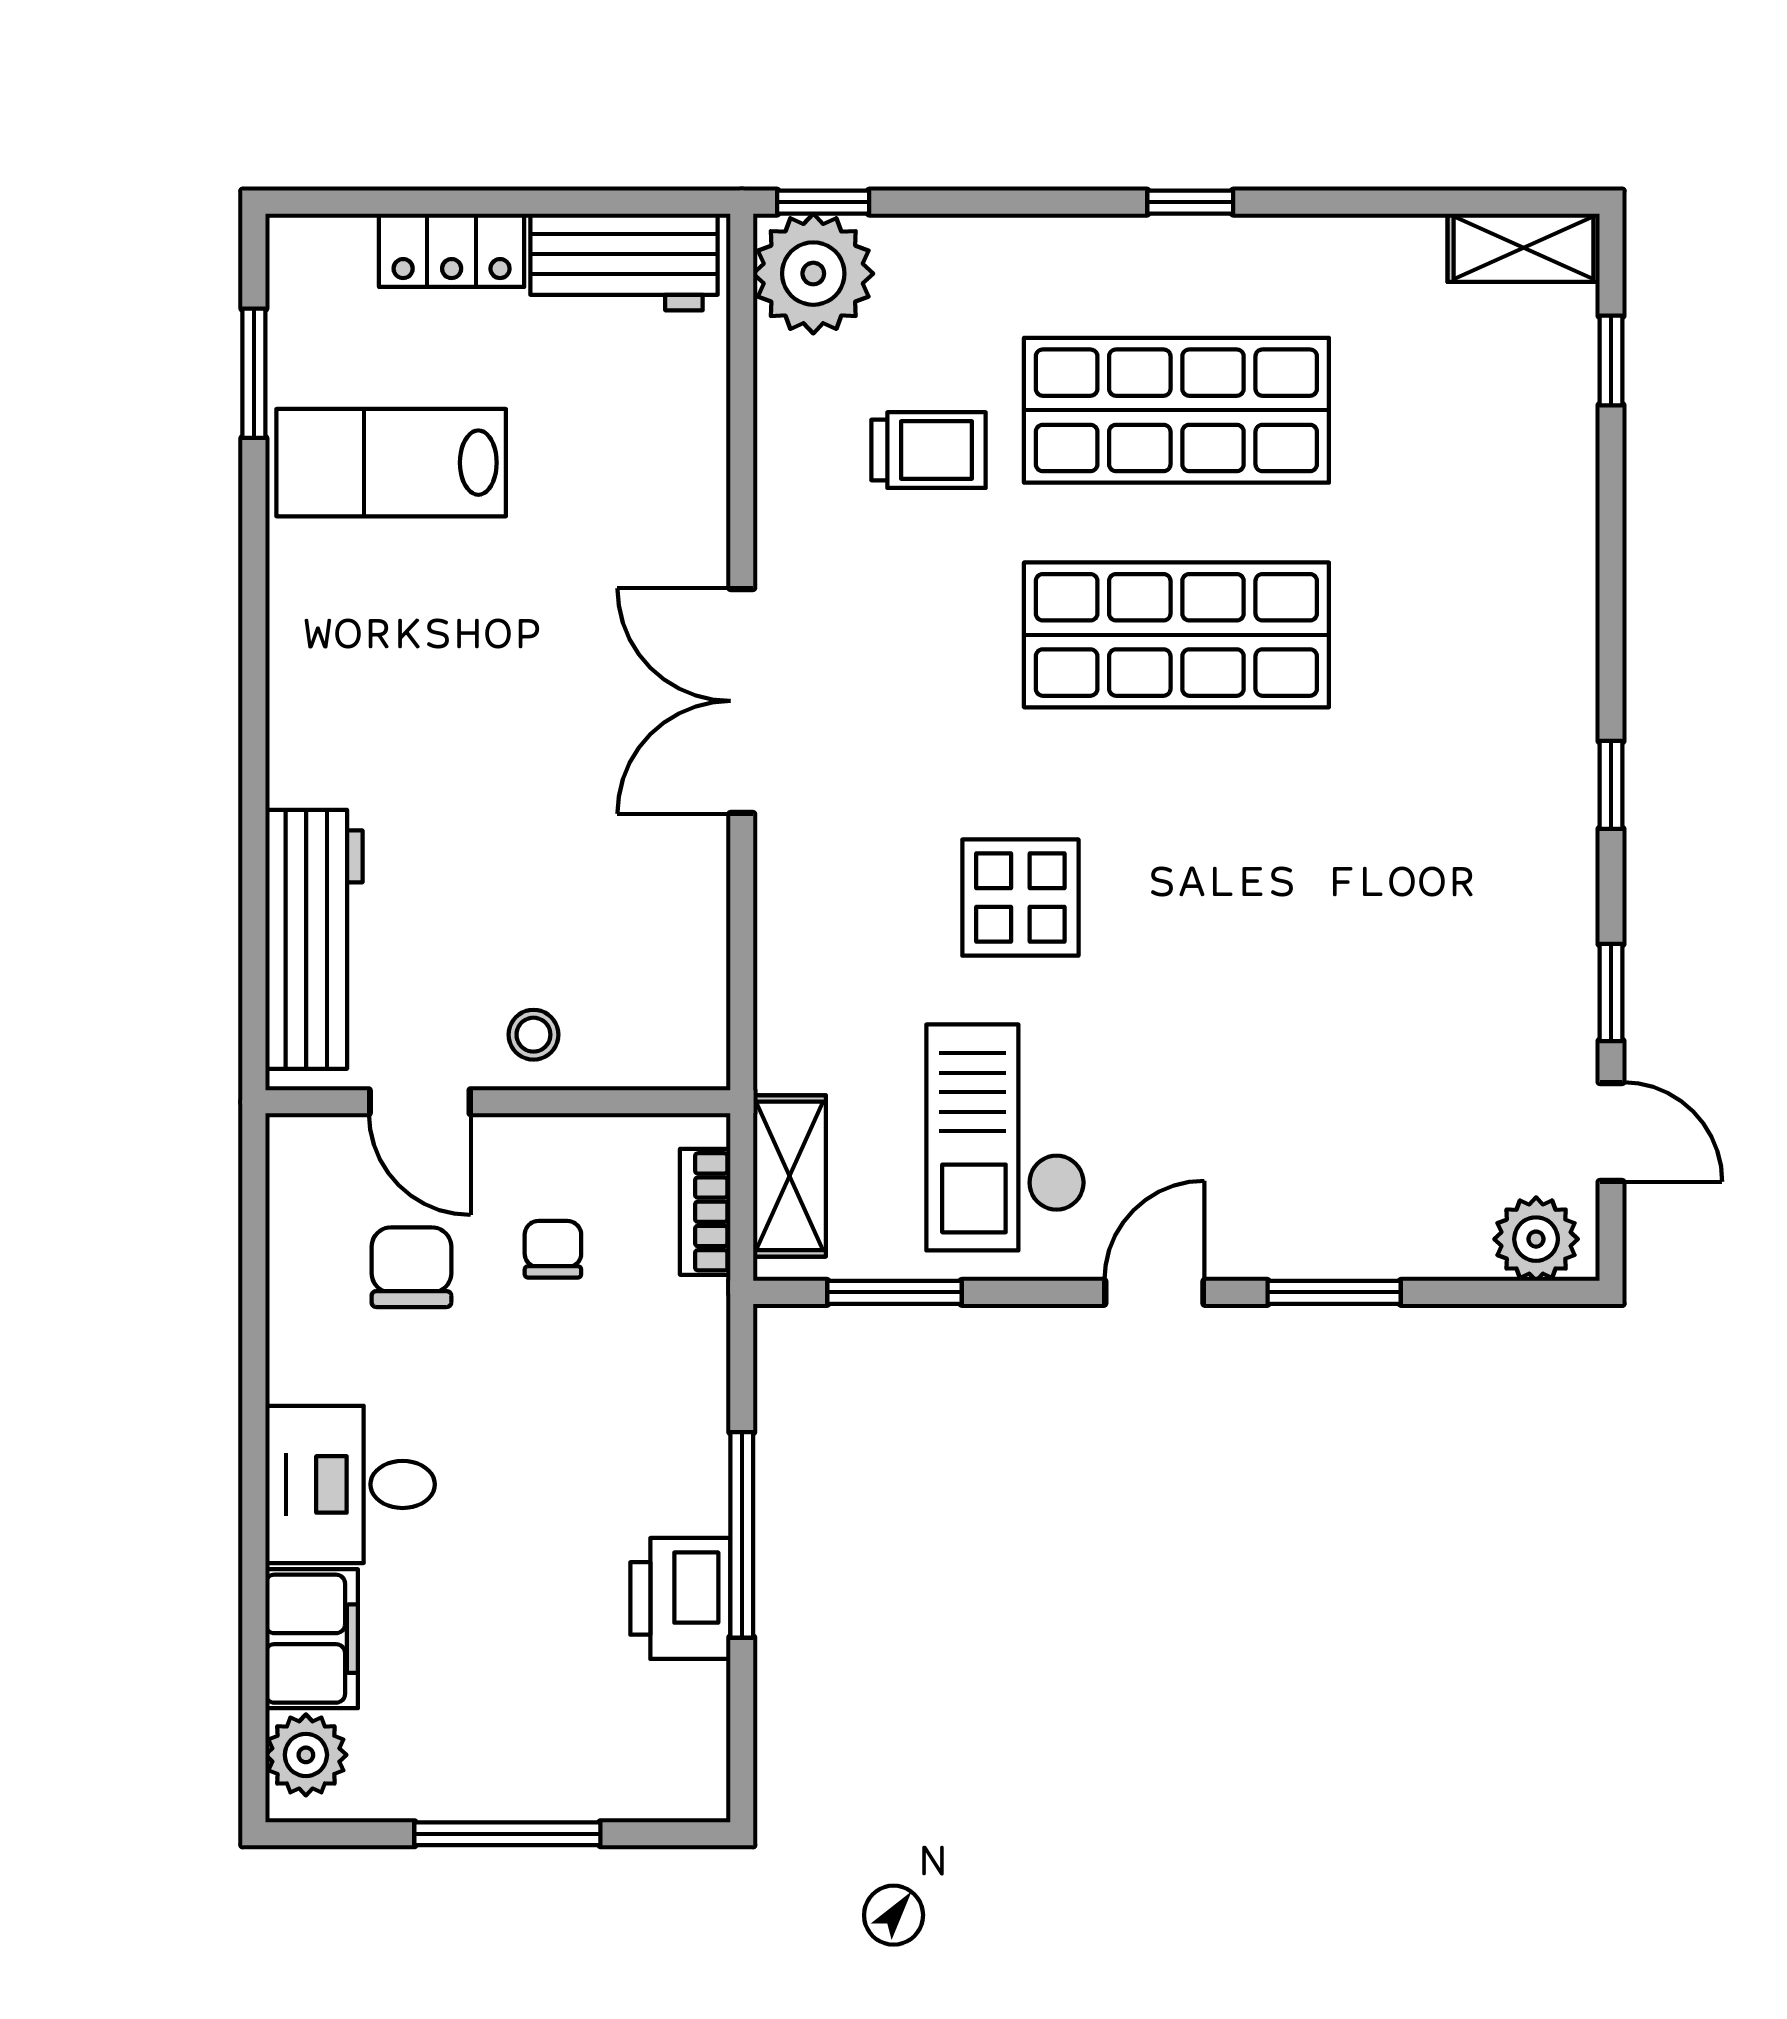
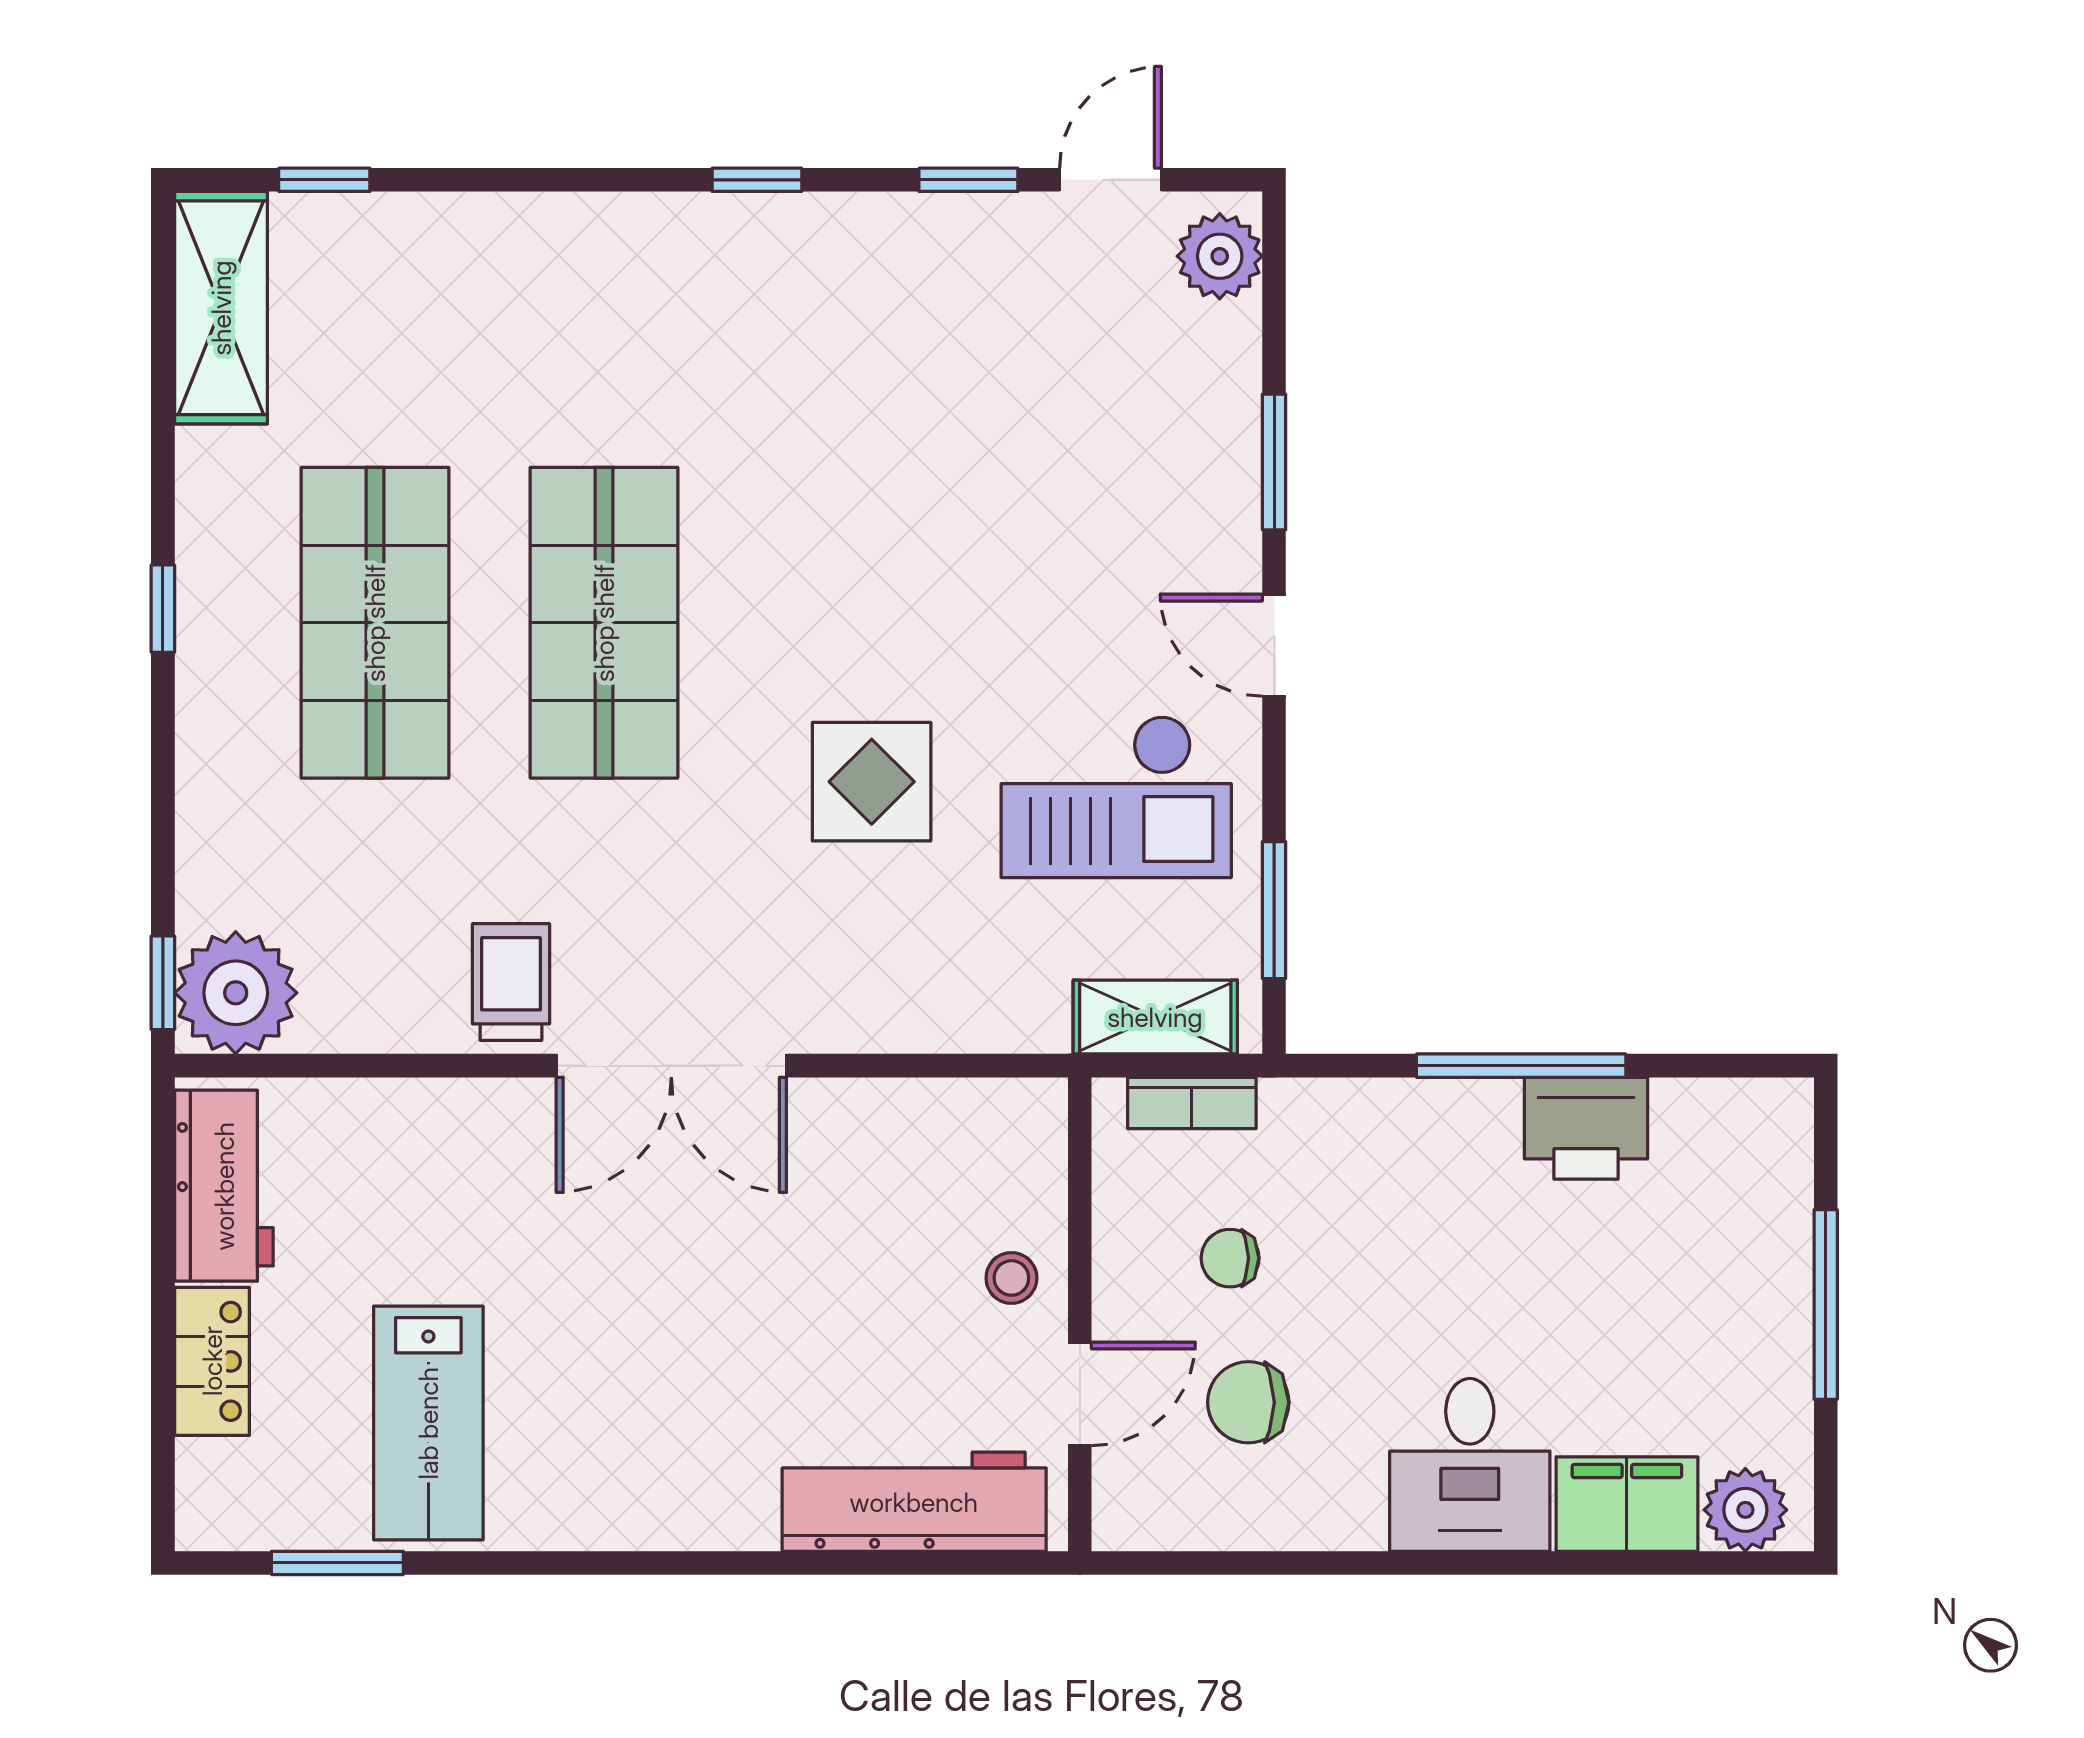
shelving: (1524, 248) -> (221, 308), width x1.50, depth x1.33
trolley: (928, 450) -> (511, 982), moved

